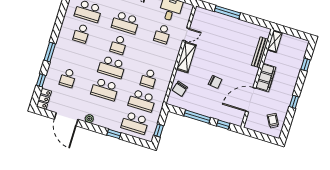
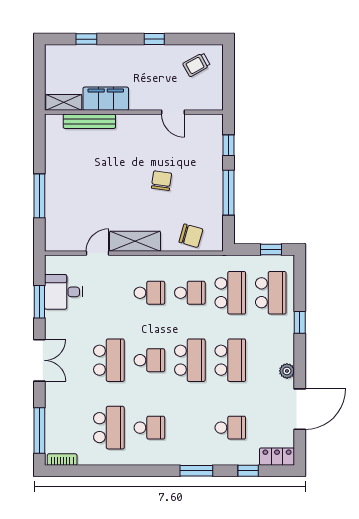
school desk: (162, 34) -> (149, 293), moved
door: (186, 34) -> (97, 253), hinge flipped
filing cabinet: (266, 78) -> (106, 99), moved
door: (251, 100) -> (173, 112), width x0.53

